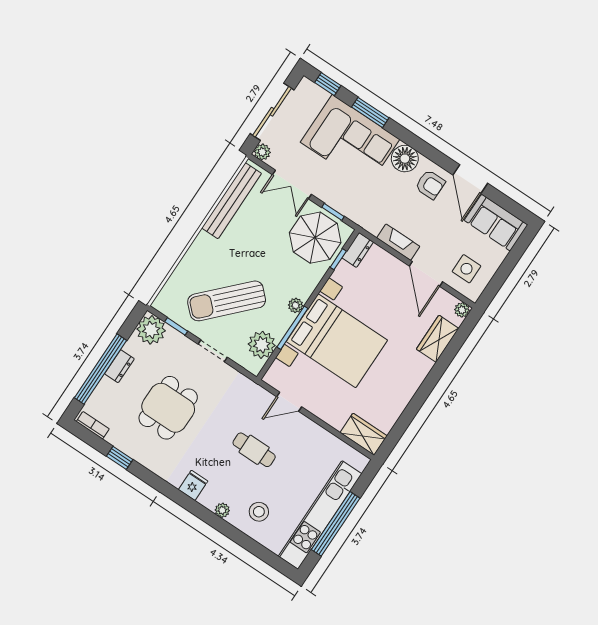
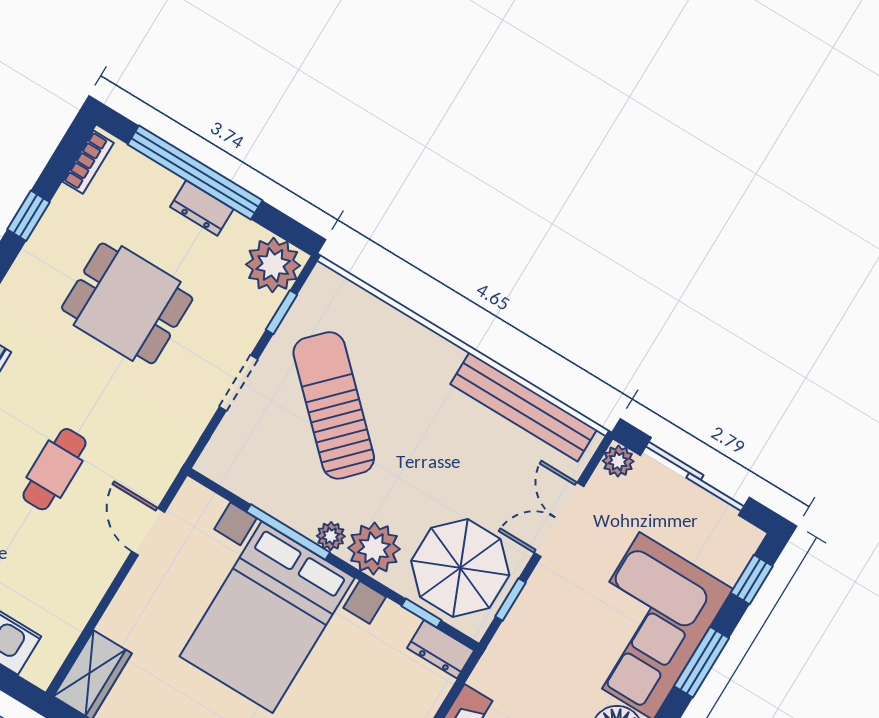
plant: (262, 345) -> (374, 548), moved

